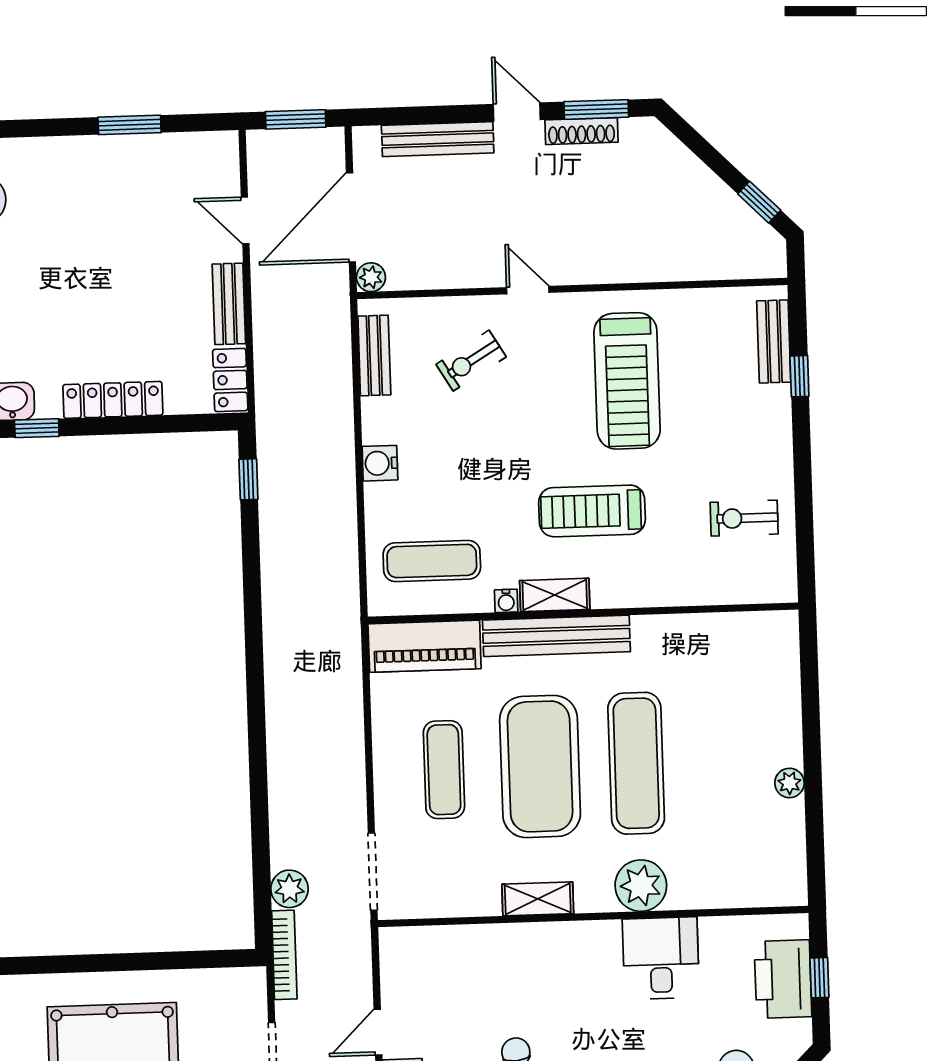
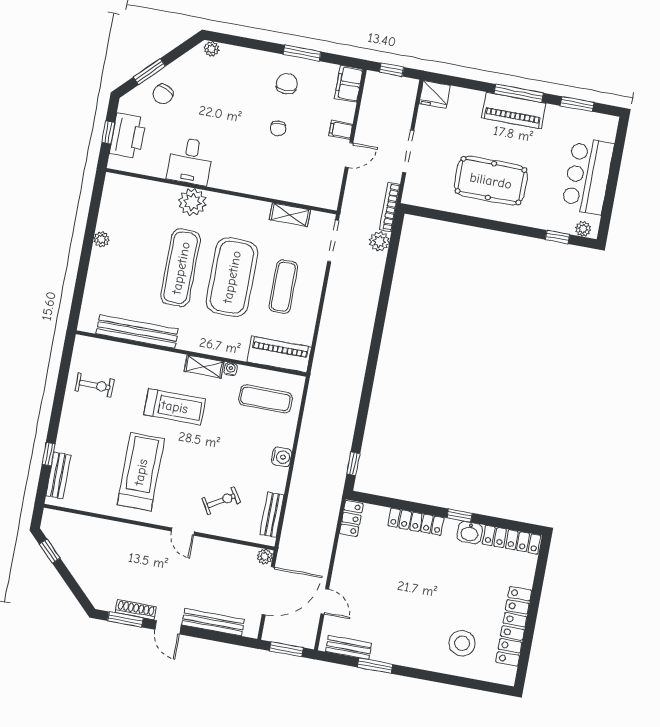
bench: (229, 304) -> (349, 647), moved, turned 90
bench: (556, 636) -> (137, 331), moved
shelving: (538, 899) -> (290, 215), moved

